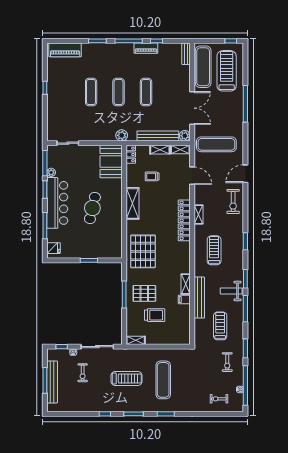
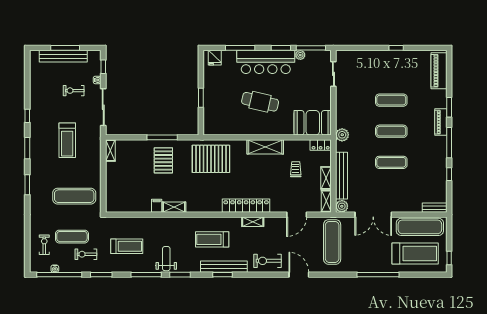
piano: (146, 48) -> (441, 122), moved
treadmill: (214, 250) -> (212, 239), turned 180
bench: (199, 298) -> (224, 267), moved
trolley: (155, 315) -> (139, 172), removed
exercise mat: (212, 374) -> (72, 237), added
exercise mat: (163, 380) -> (74, 196), moved

